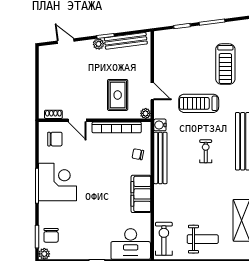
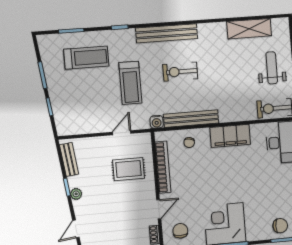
bench: (126, 41) -> (69, 159), width x0.73
plant: (146, 113) -> (146, 138), removed
exercise bike: (206, 151) -> (180, 72), width x1.38, depth x1.39

